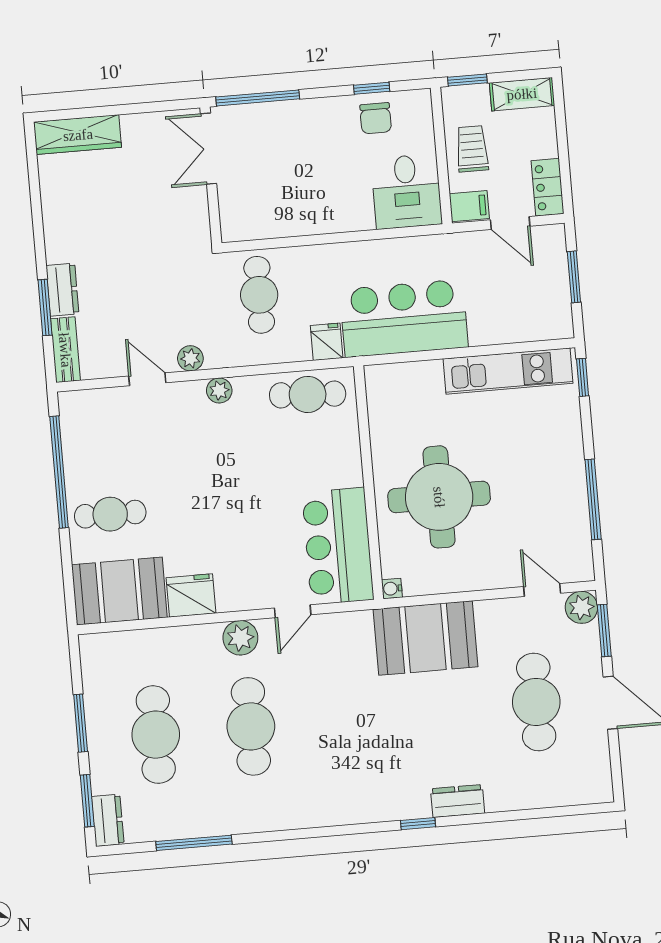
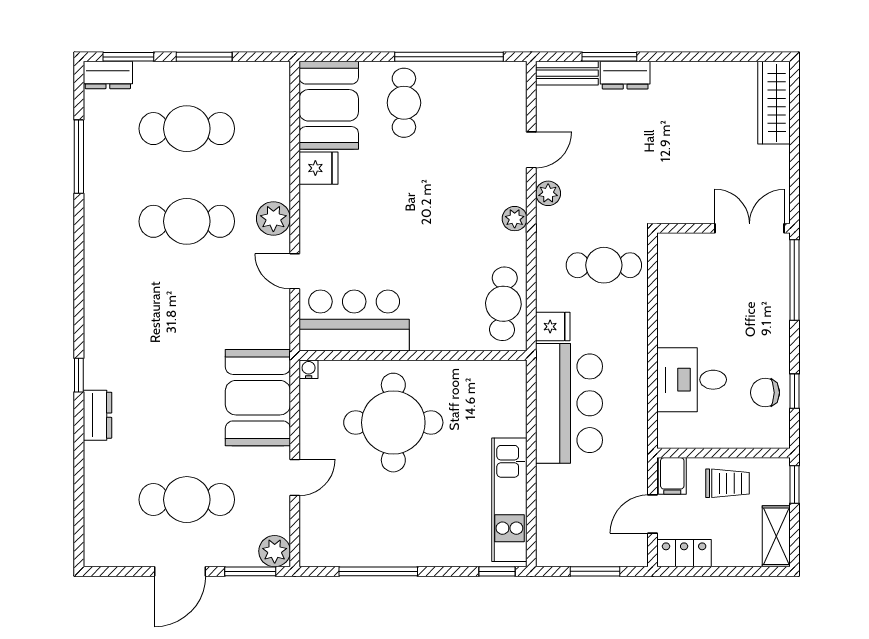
desk: (407, 191) -> (692, 380), moved
door: (542, 590) -> (295, 478), moved
fridge: (191, 595) -> (319, 168), width x0.72

